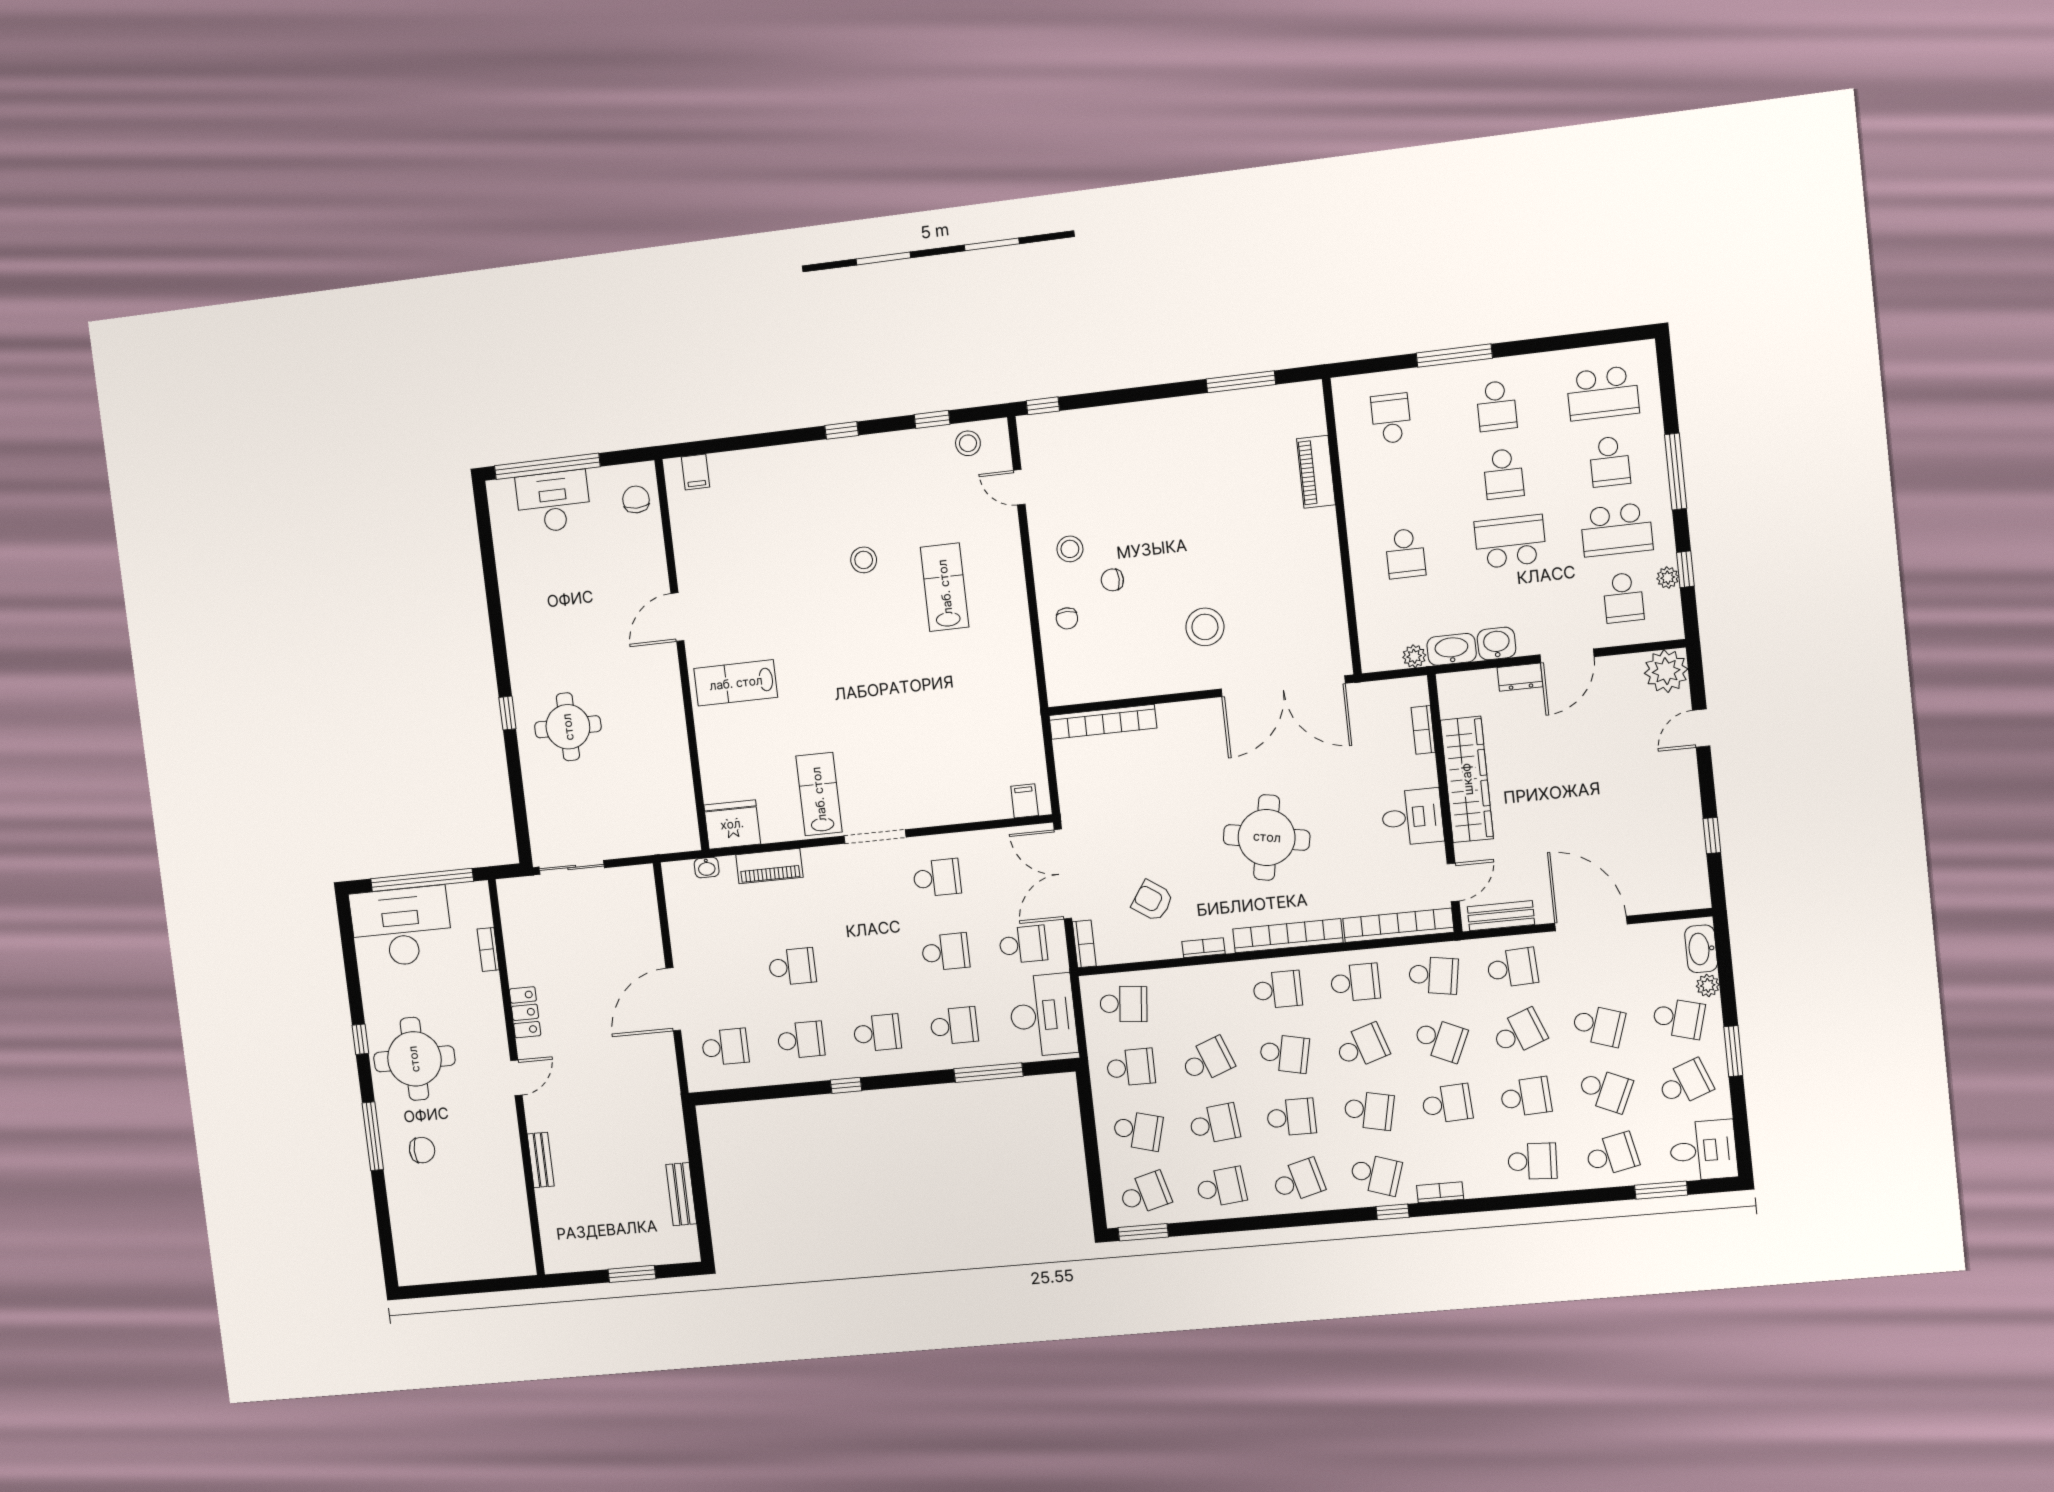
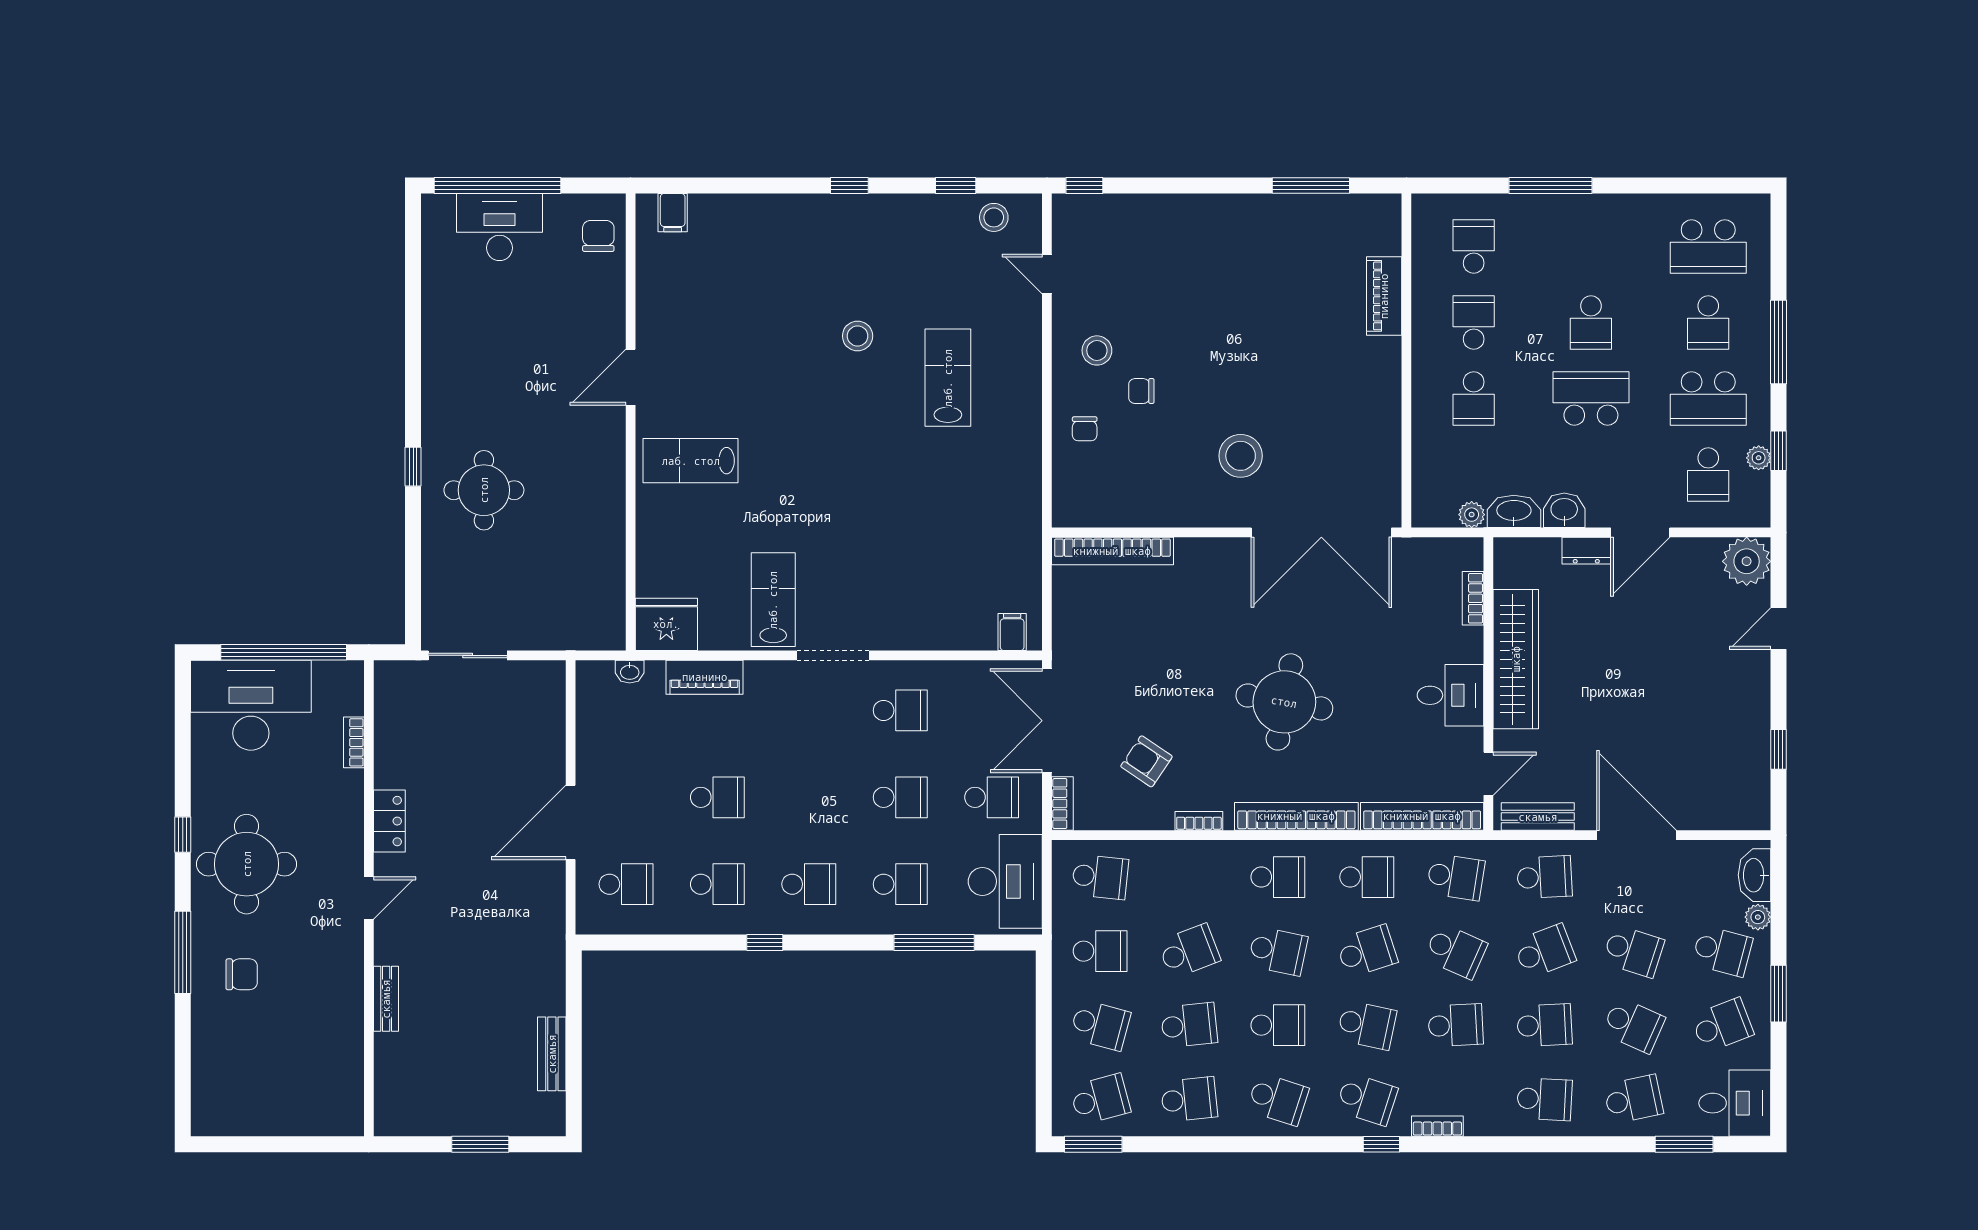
school desk: (1496, 406) -> (1474, 323), moved, turned 180
school desk: (1298, 1181) -> (1278, 1099), turned 33

